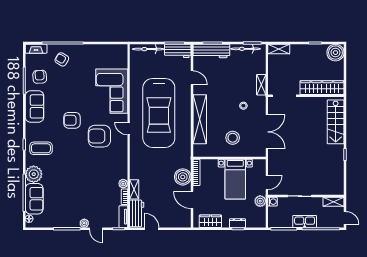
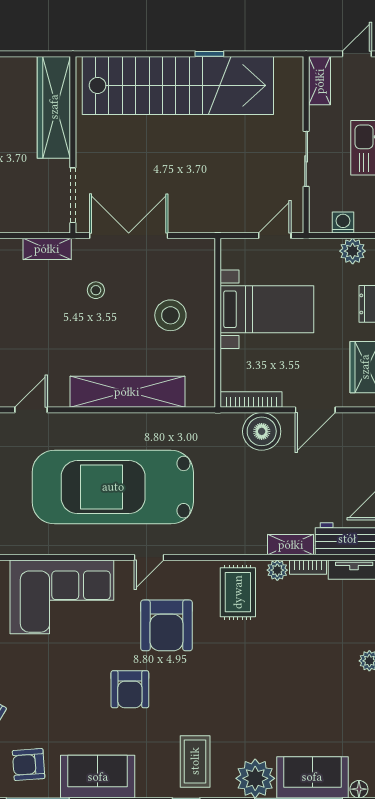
car: (159, 113) -> (113, 487), turned 180
stairs: (336, 122) -> (178, 85), width x1.86, depth x1.51
double door: (267, 132) -> (129, 236), moved
rug: (114, 167) -> (238, 592), added
door: (267, 182) -> (275, 236), hinge flipped
plant: (260, 201) -> (353, 251), moved
washing machine: (272, 202) -> (343, 223), moved

